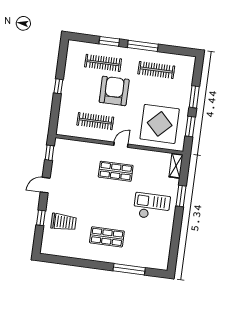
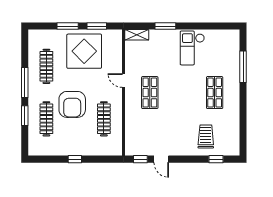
armchair: (114, 91) -> (72, 104), turned -90
display table: (160, 124) -> (84, 51), moved
door: (121, 145) -> (123, 81), moved
door: (45, 185) -> (161, 159), moved
checkout: (152, 206) -> (192, 48), moved
window: (41, 218) -> (216, 159), moved

